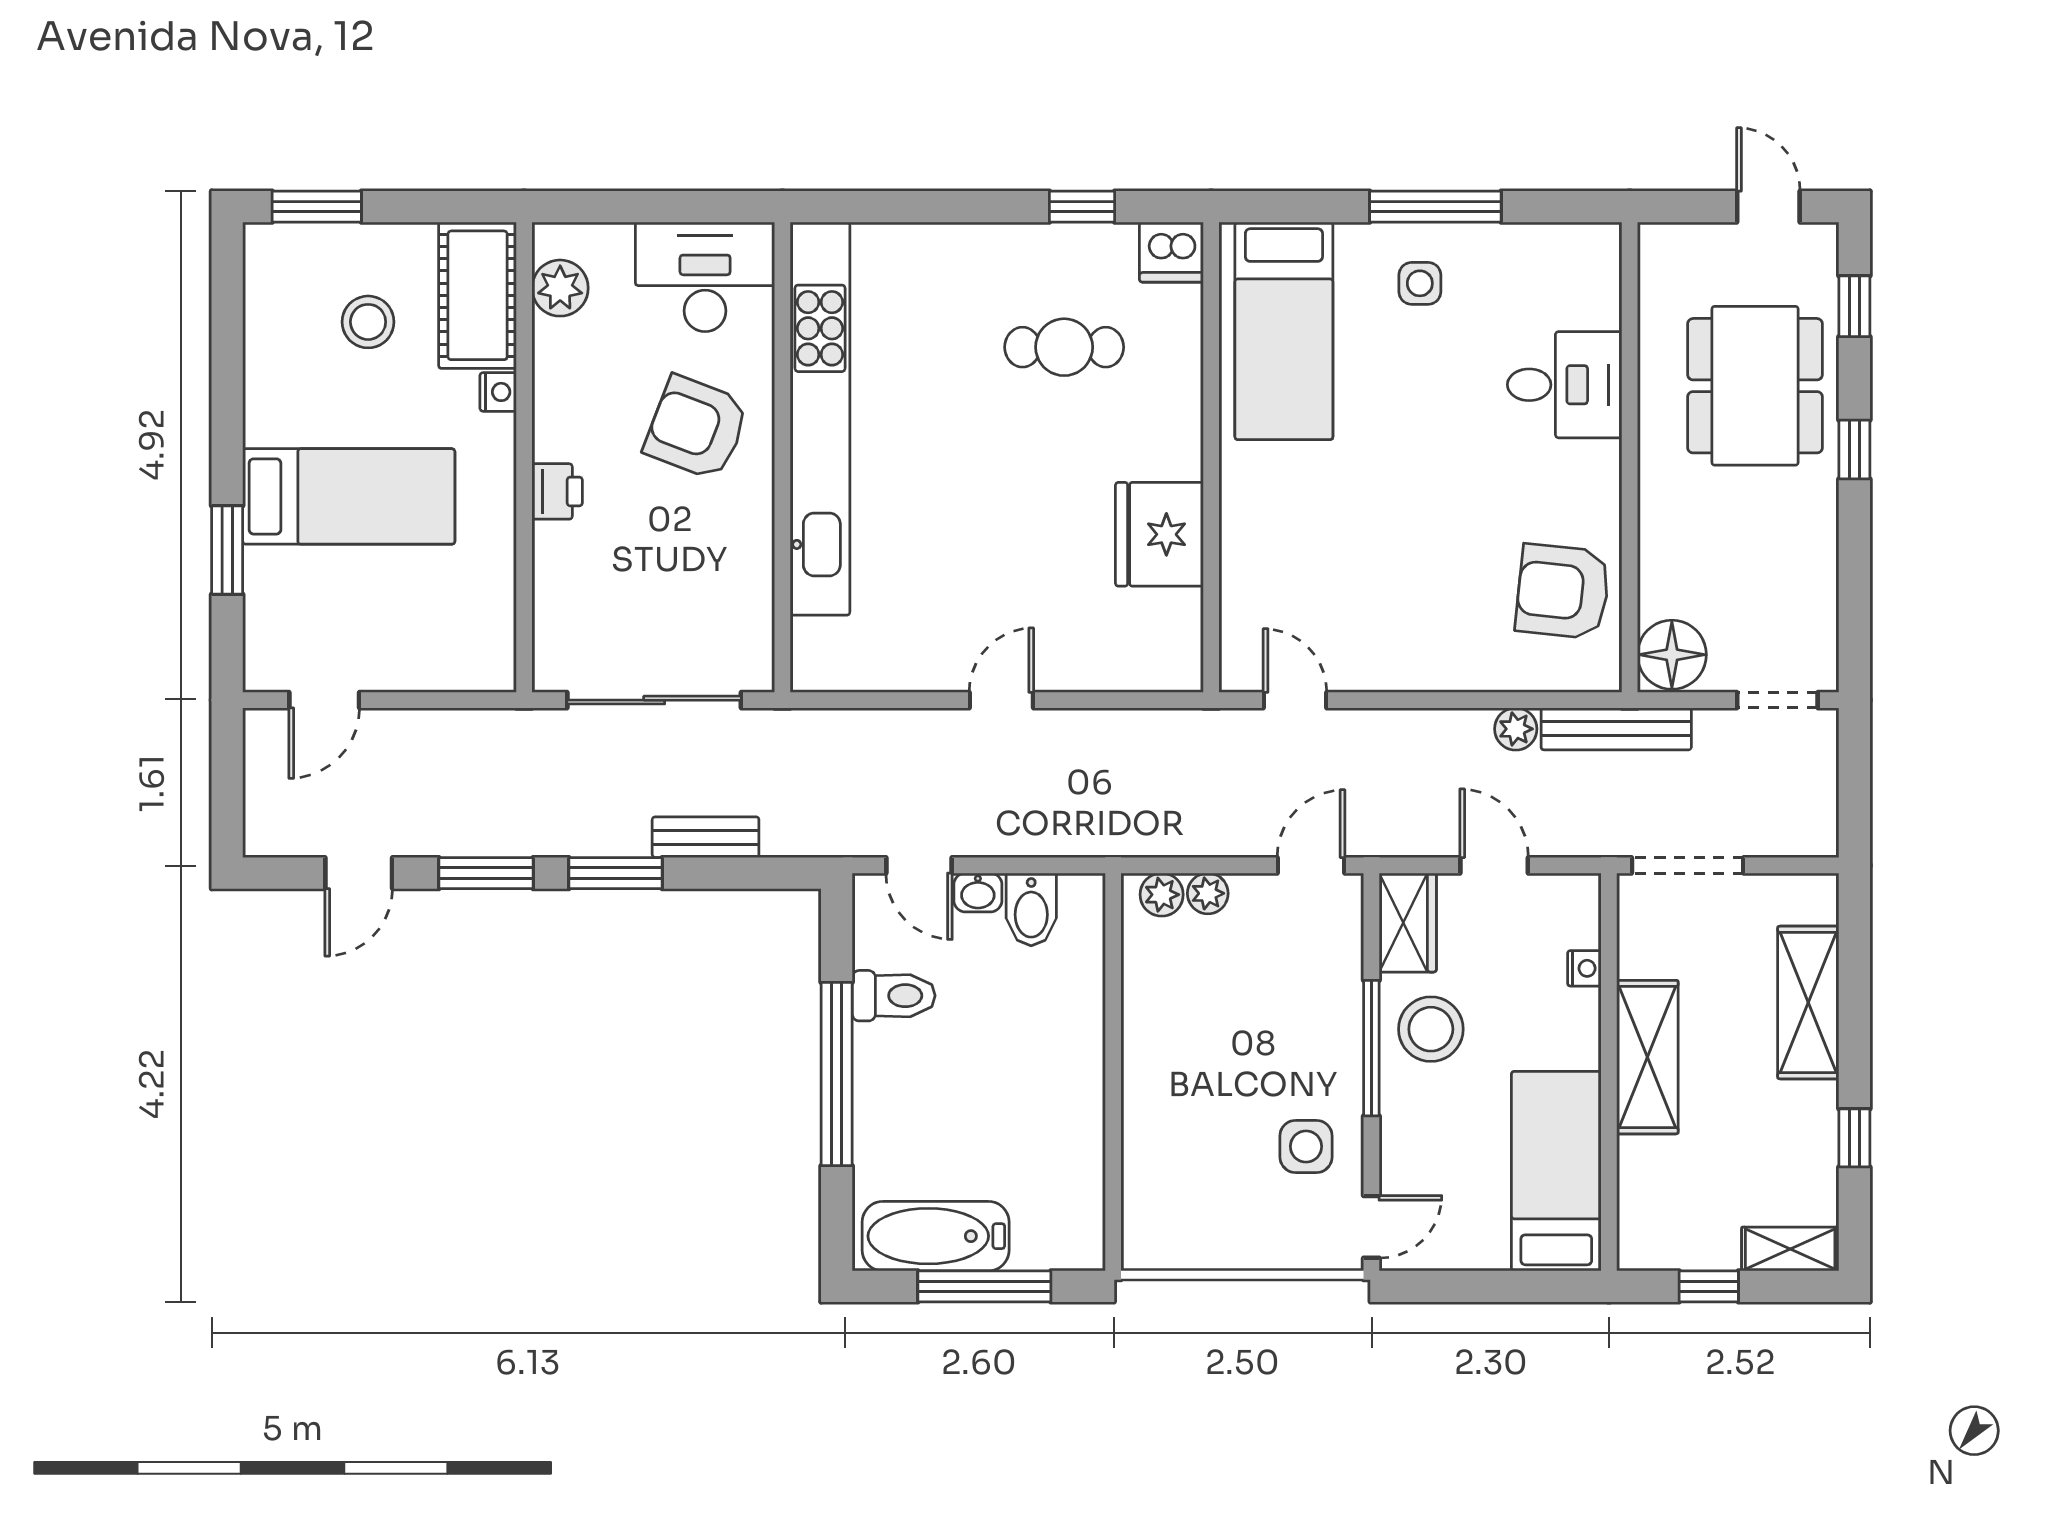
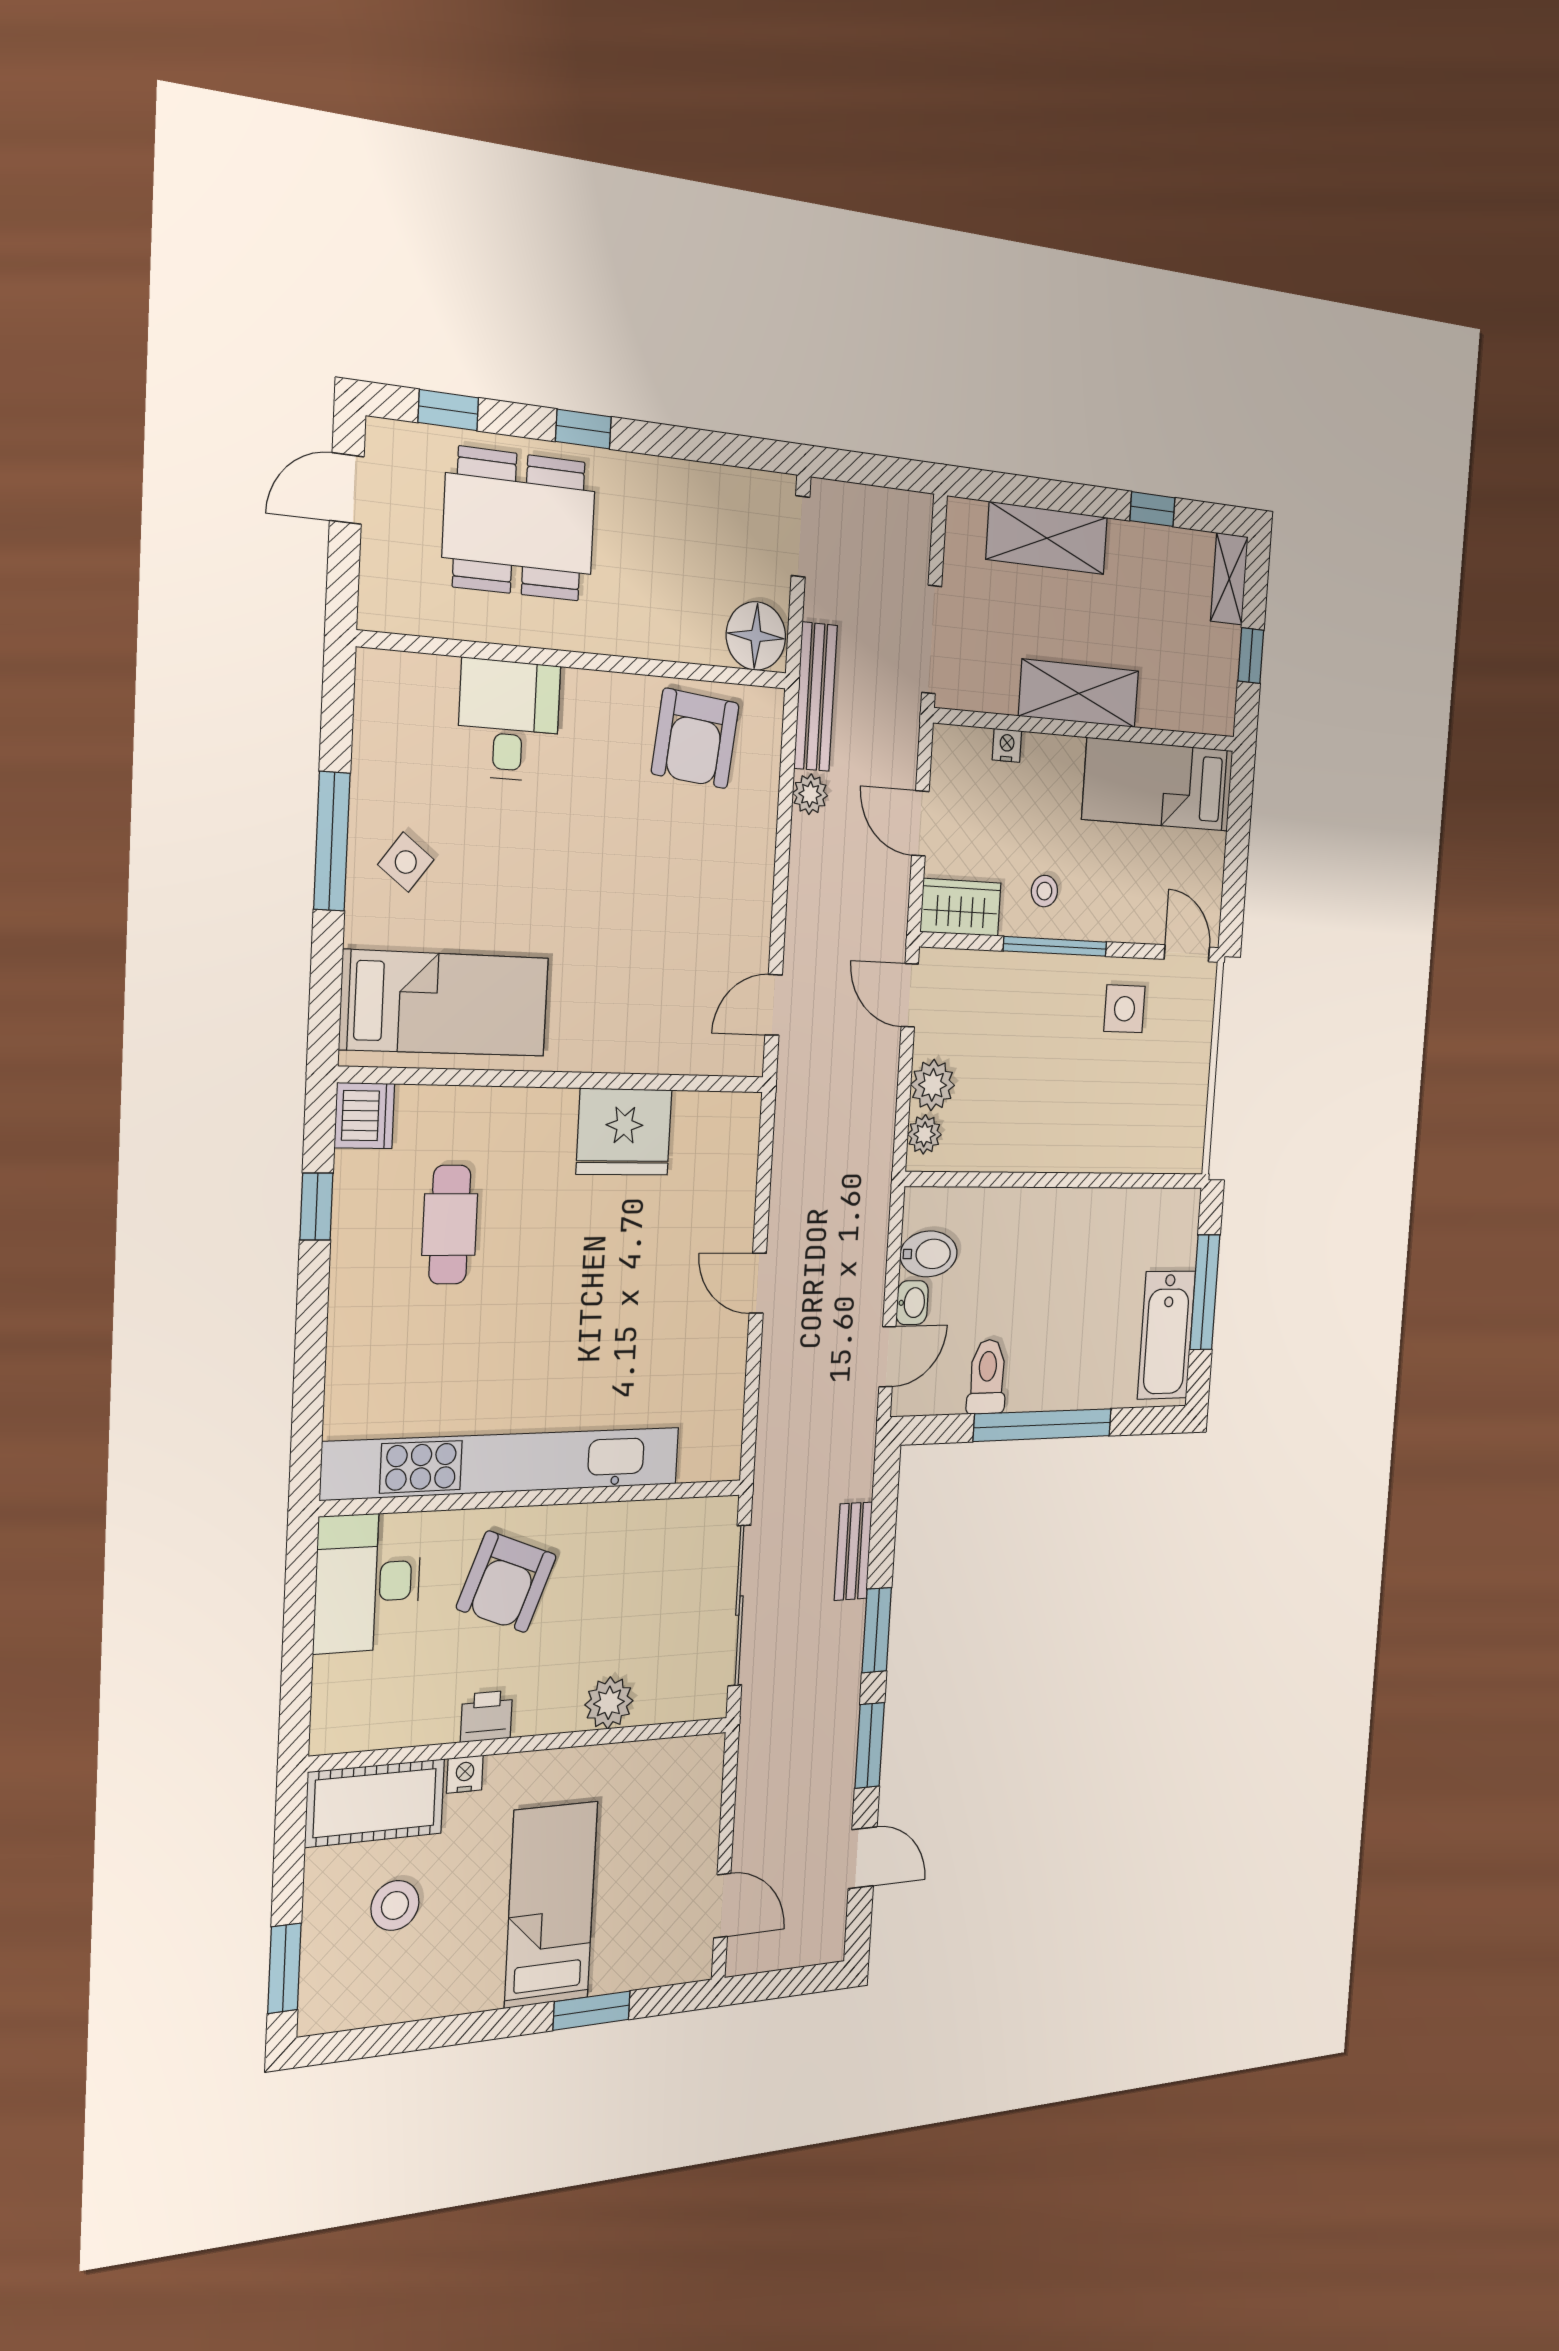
side table: (1420, 283) -> (406, 862), turned 37
plant: (560, 288) -> (609, 1703), moved
printer: (557, 491) -> (487, 1716), moved
door: (1494, 865) -> (920, 823), hinge flipped
plant: (1208, 893) -> (933, 1085), width x1.38, depth x1.38
stool: (1431, 1029) -> (1044, 891), width x0.53, depth x0.53

